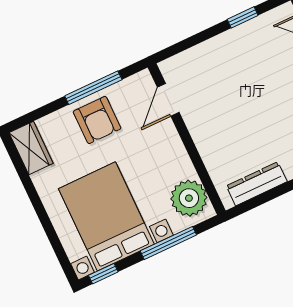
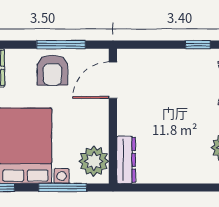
door: (168, 100) -> (113, 80), width x1.38
dresser: (257, 184) -> (126, 160), moved, turned 90

